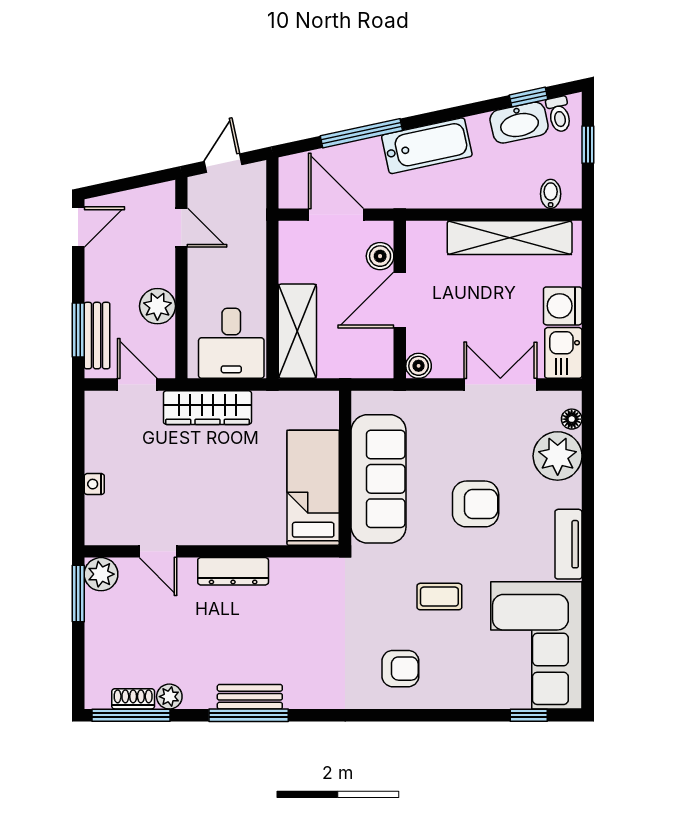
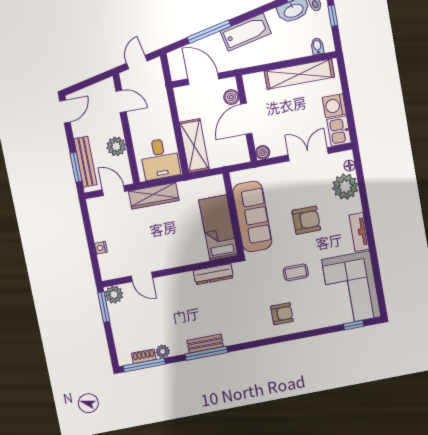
bench: (97, 336) -> (85, 162), width x1.36
dresser: (233, 571) -> (213, 274), moved

